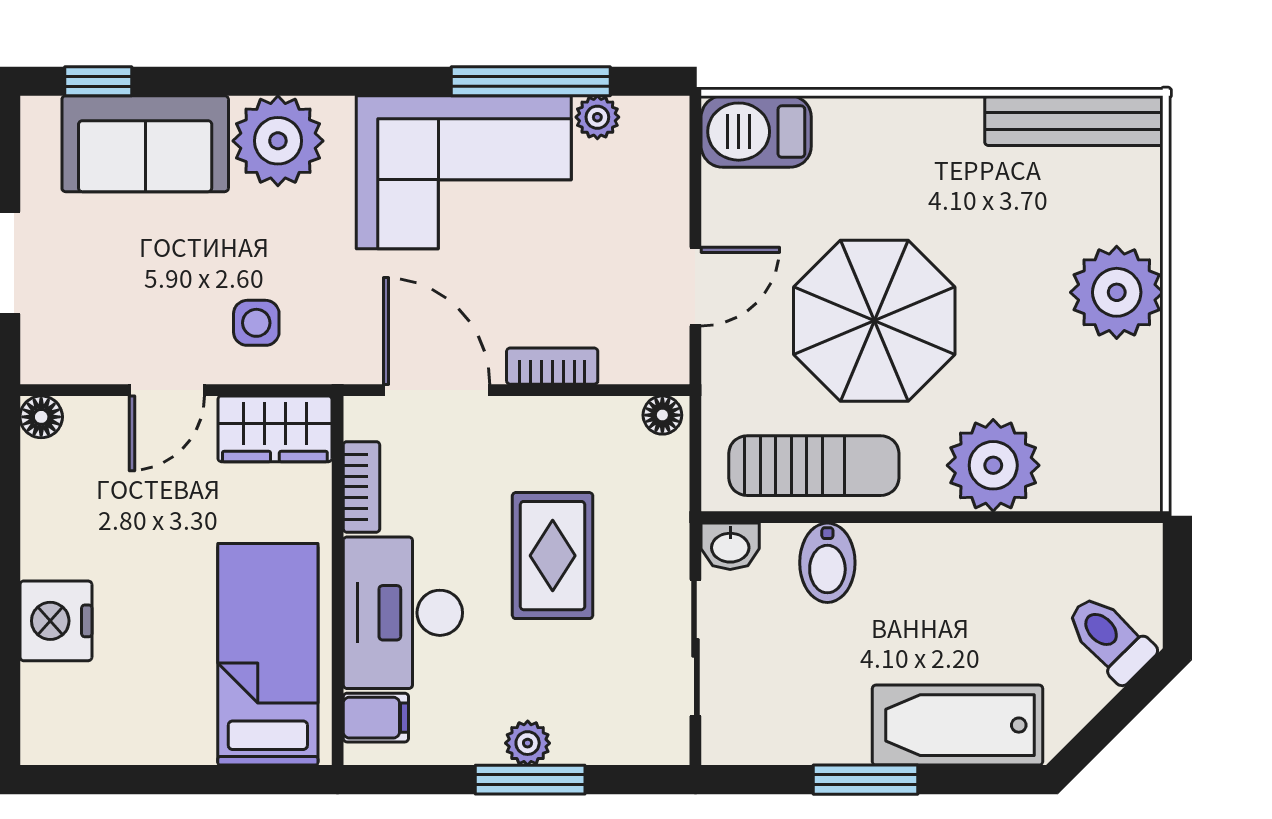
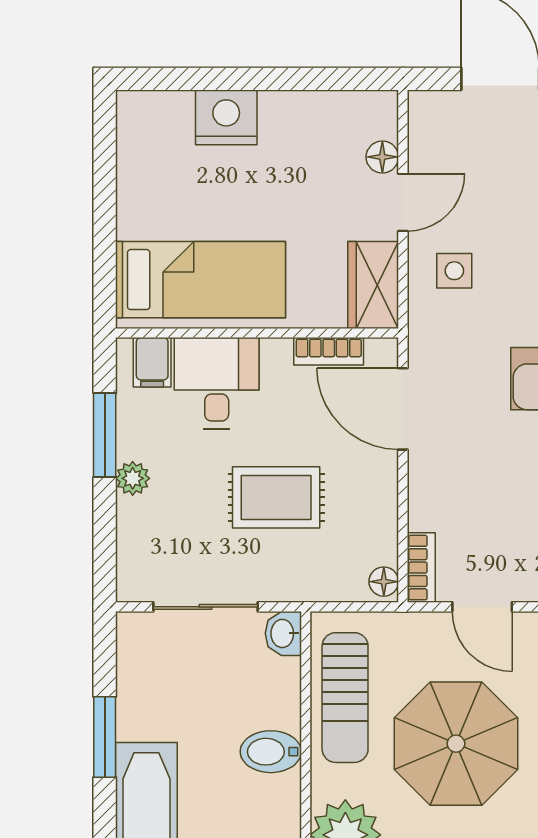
bookcase: (552, 366) -> (421, 568), moved
door: (167, 390) -> (403, 202), swing flipped
door: (437, 390) -> (403, 409), swing flipped
floor lamp: (41, 417) -> (382, 157), moved
bidet: (827, 563) -> (271, 752), moved
desk: (403, 613) -> (217, 383), width x0.73
window: (530, 780) -> (105, 435), moved

